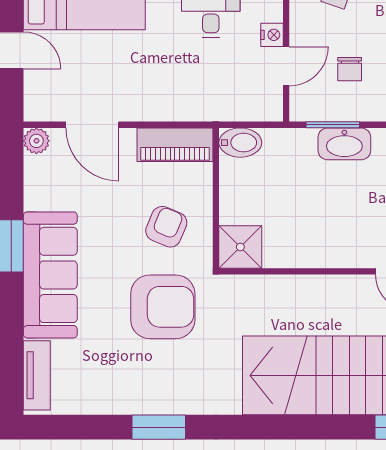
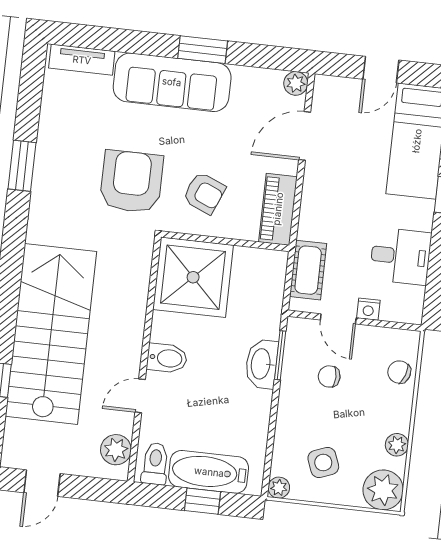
cot: (237, 105) -> (308, 270), added
bidet: (240, 143) -> (167, 358), moved, turned -90
shower: (240, 247) -> (193, 277), width x1.86, depth x1.86
armchair: (163, 307) -> (131, 182), turned 180

